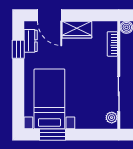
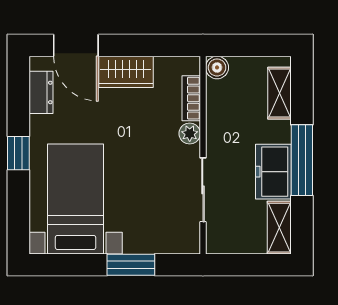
window: (18, 49) -> (18, 153), moved
plant: (112, 118) -> (190, 133), moved
window: (53, 135) -> (131, 265), moved

